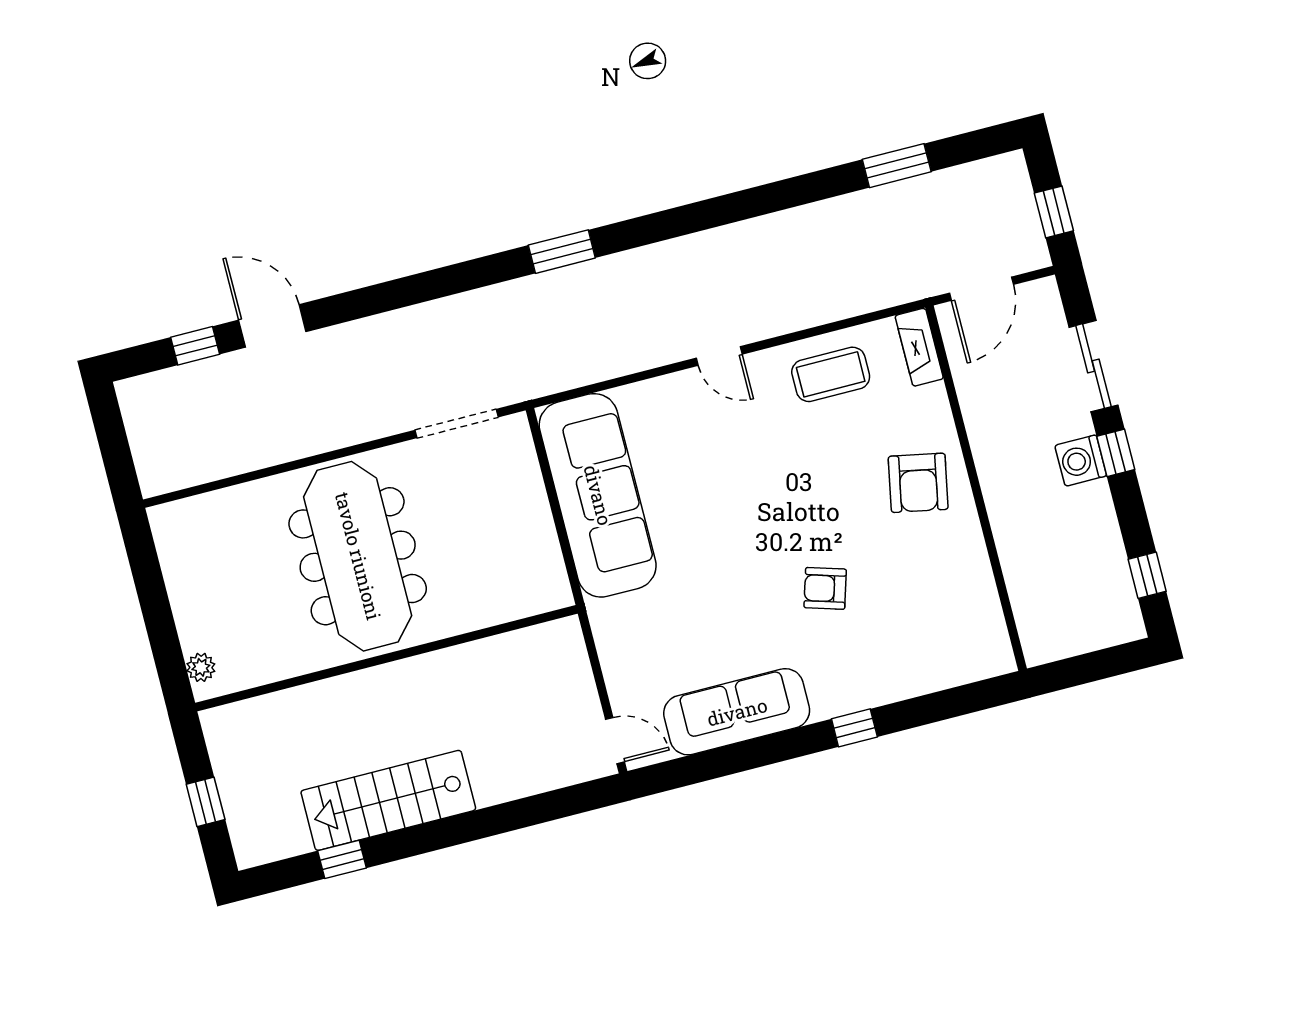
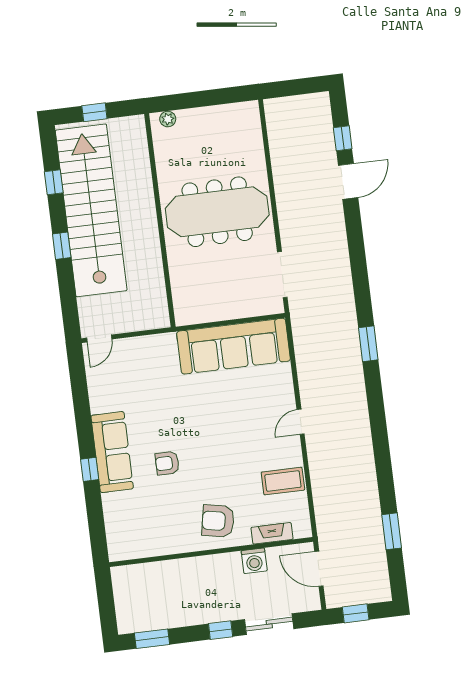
fireplace: (919, 347) -> (272, 533), moved
coffee table: (831, 374) -> (283, 481), turned 90
washing machine: (1081, 461) -> (254, 561), moved, turned 180
window: (1147, 575) -> (152, 639), width x1.50
armchair: (825, 588) -> (167, 463), turned -107
sofa: (737, 712) -> (112, 452), moved
stairs: (388, 800) -> (91, 210), width x1.86, depth x1.51
window: (455, 830) -> (62, 246), added

